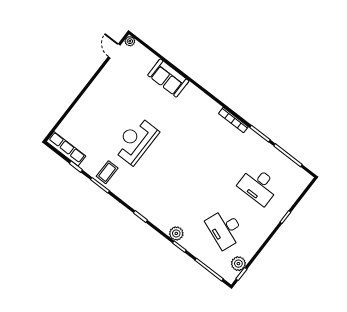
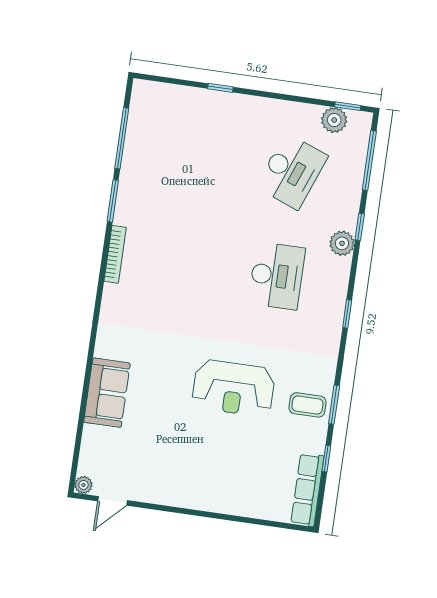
desk: (259, 186) -> (277, 276), moved

